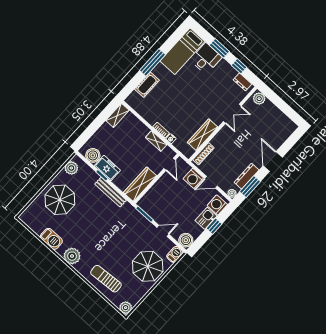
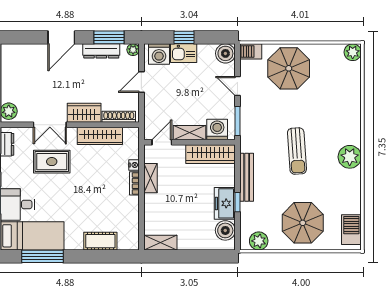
window: (152, 62) -> (43, 256), moved
rug: (212, 97) -> (52, 162), added
double door: (232, 114) -> (50, 125), swing flipped
wardrobe: (222, 138) -> (84, 113), added
washing machine: (193, 178) -> (217, 129), moved, turned -90
door: (211, 182) -> (141, 82), swing flipped
shelving: (161, 183) -> (190, 133), added
barbecue: (51, 239) -> (351, 230), moved
sun lounger: (106, 279) -> (297, 151), moved

